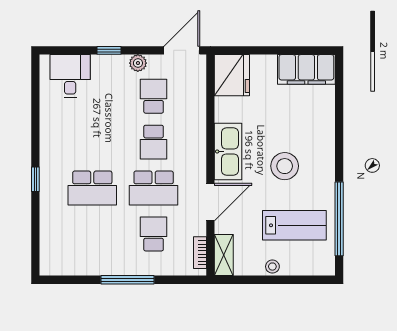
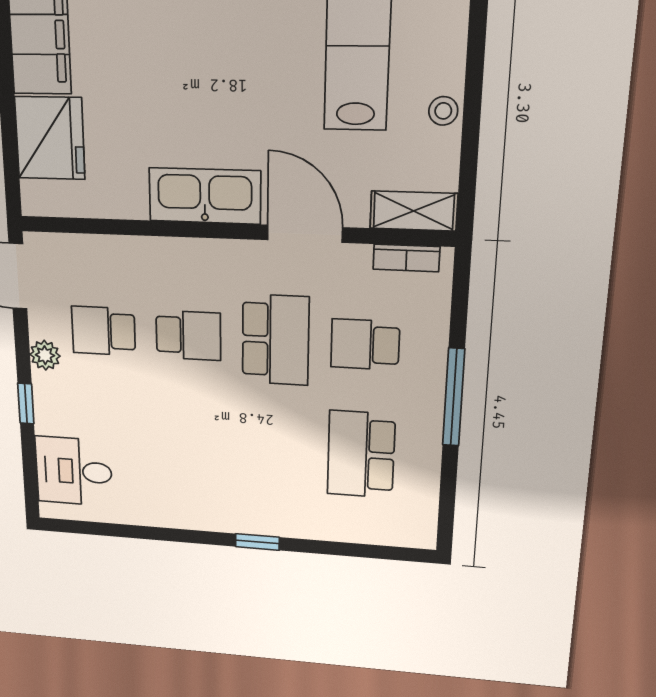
fridge: (232, 75) -> (50, 138), moved, turned 90
stool: (285, 166) -> (233, 82), removed
school desk: (92, 188) -> (361, 454), moved, turned 180

